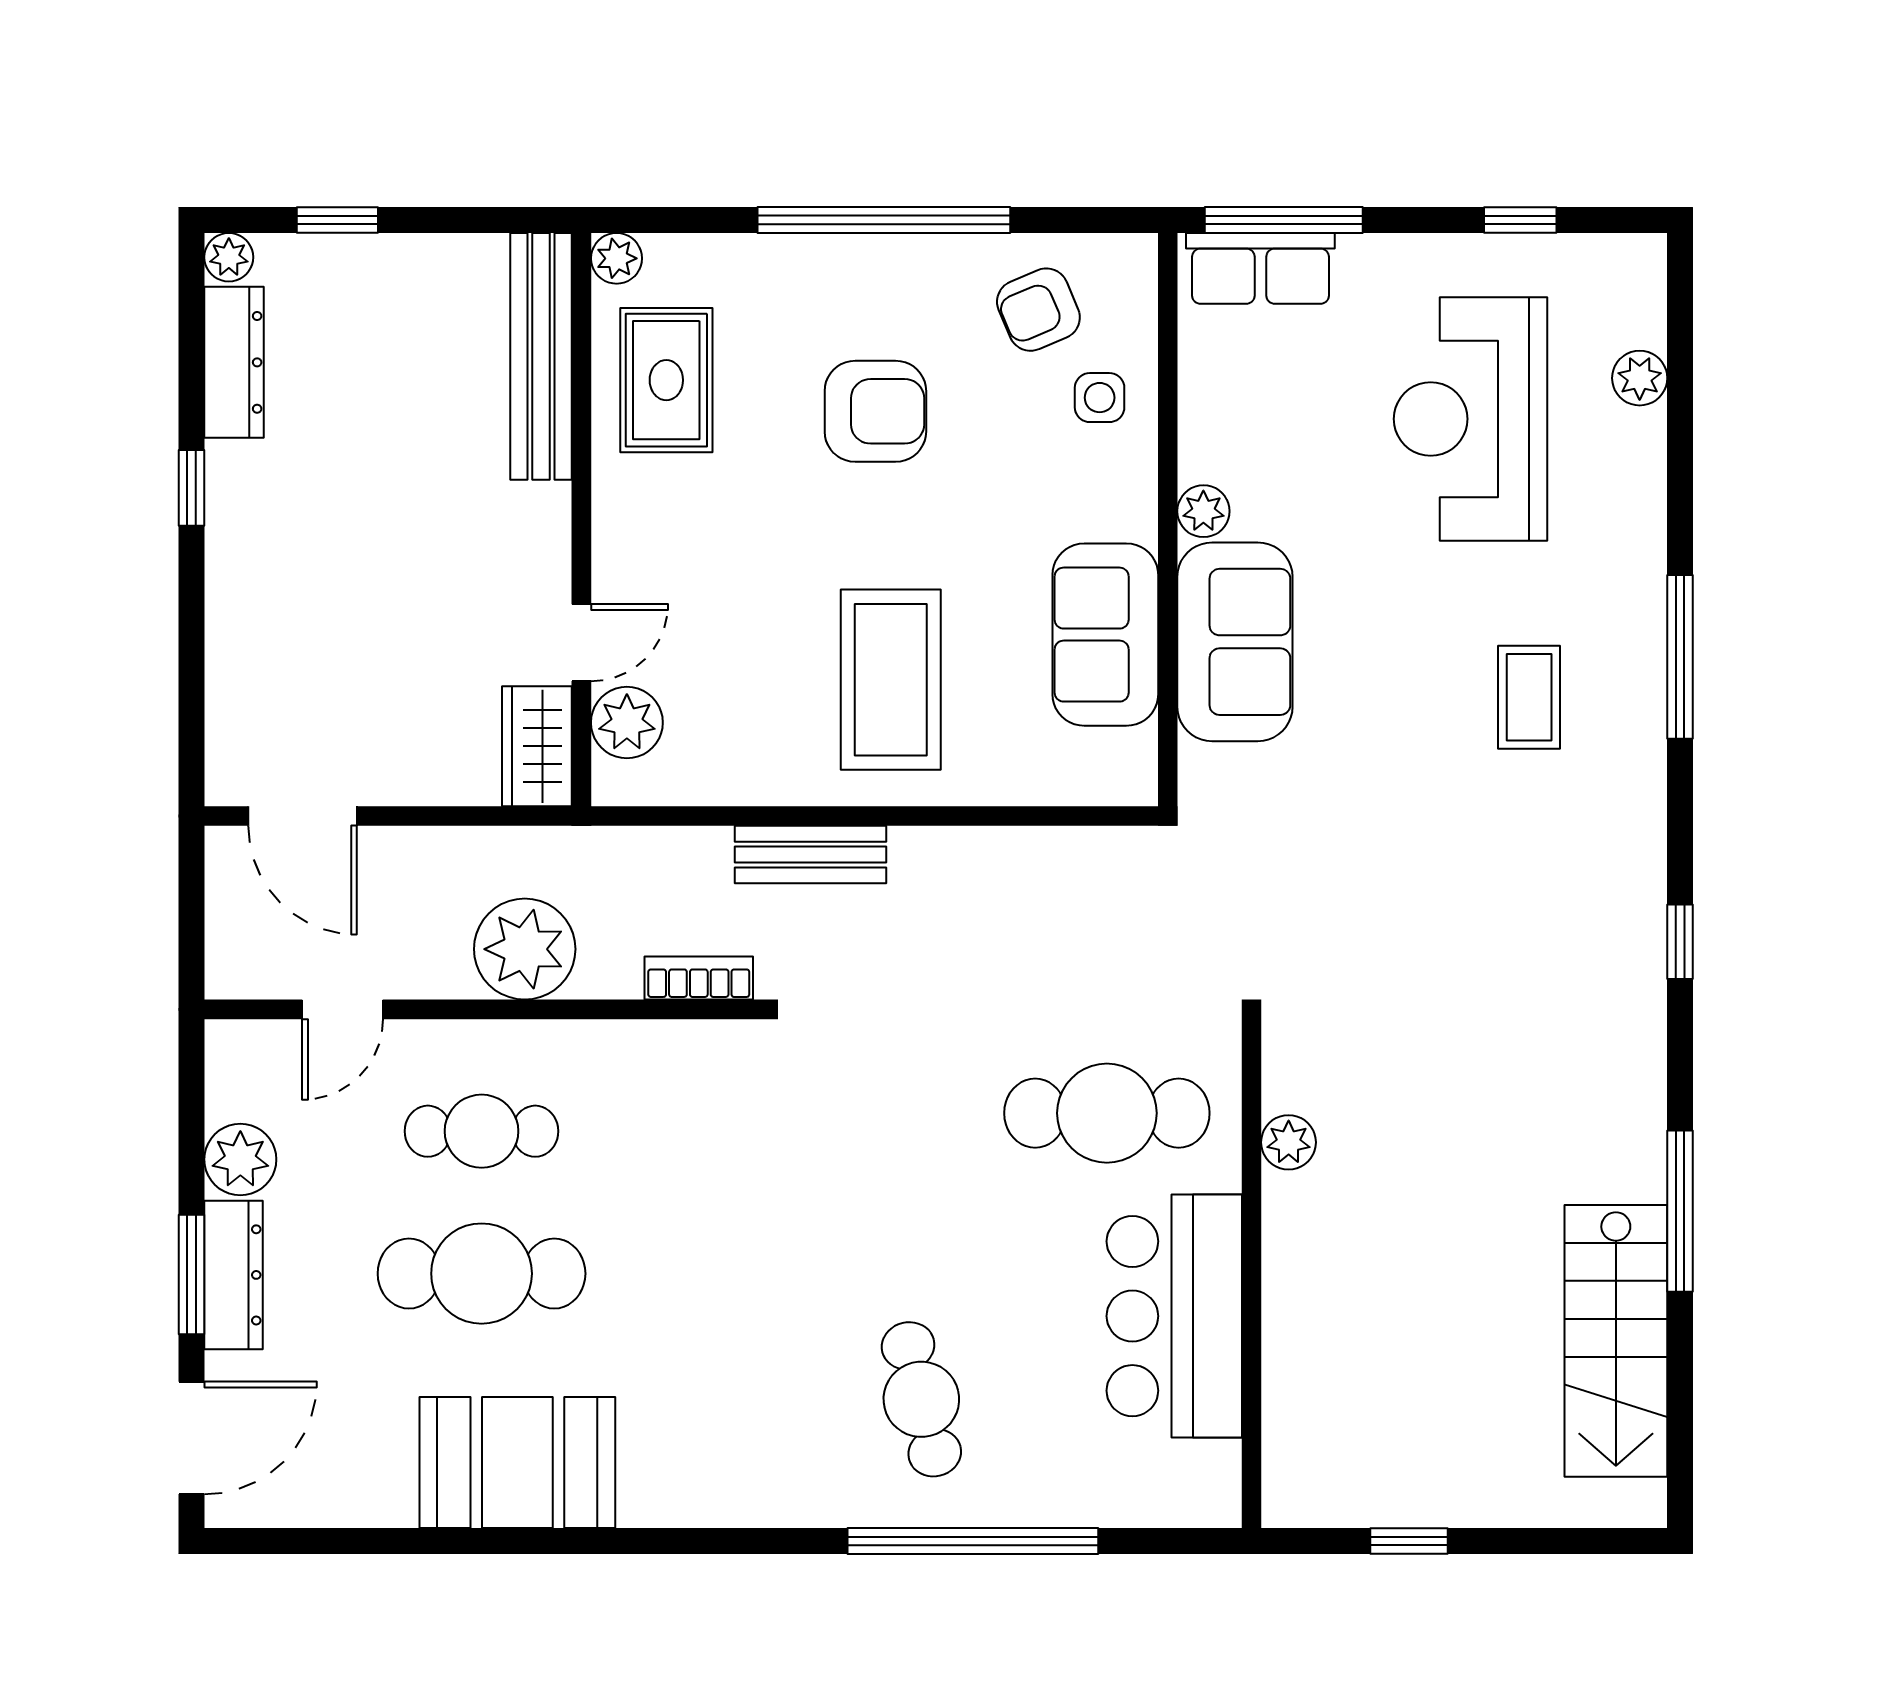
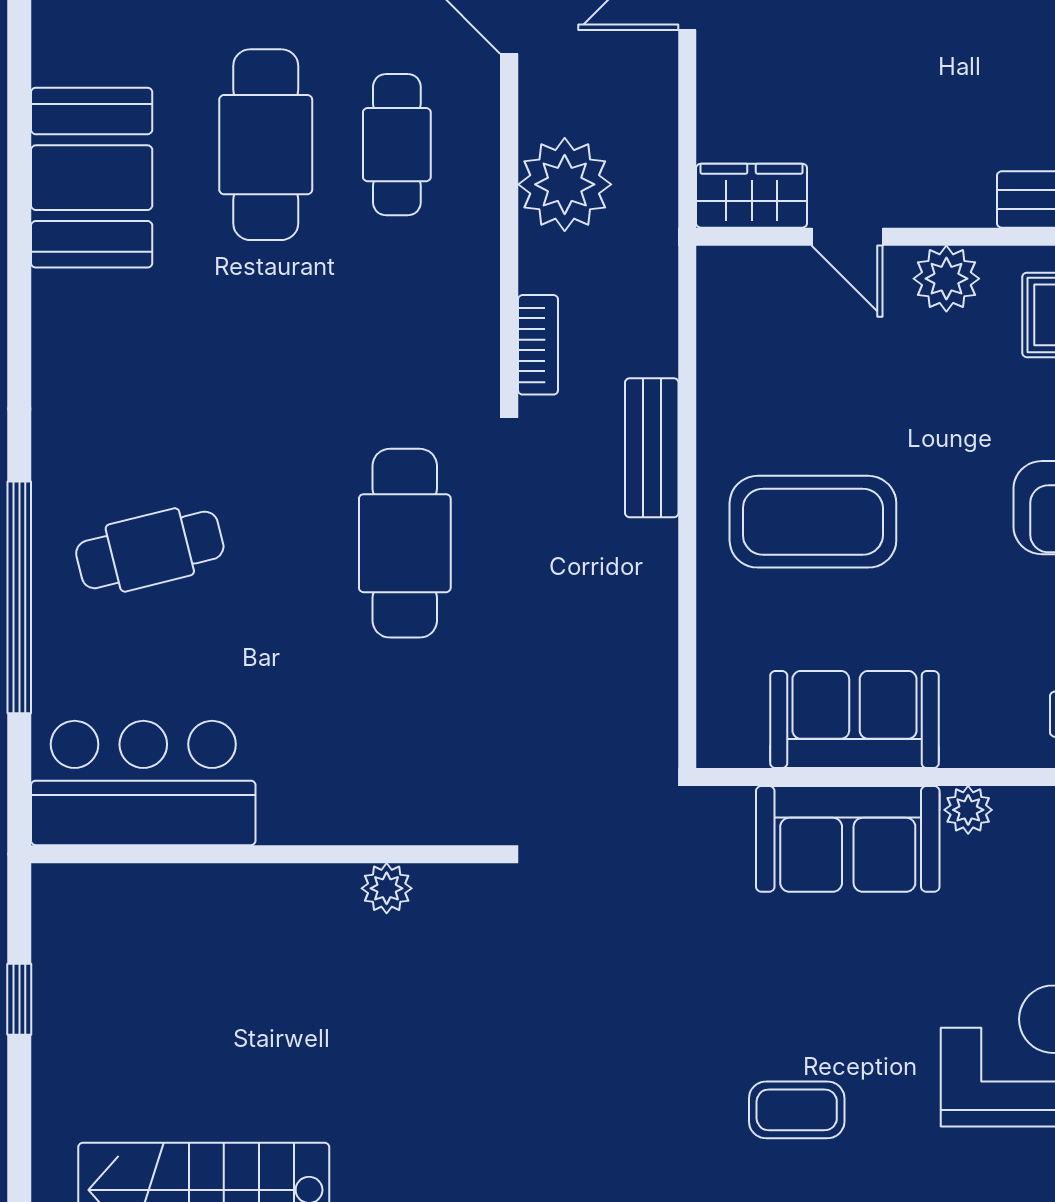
plant: (627, 723) -> (946, 279), moved
cafe table: (1107, 1113) -> (405, 543), moved
bar counter: (1174, 1316) -> (143, 783), moved

